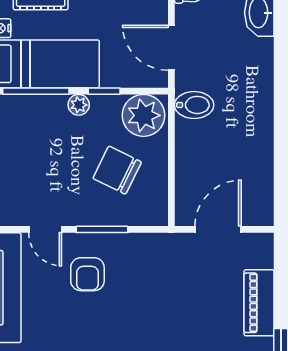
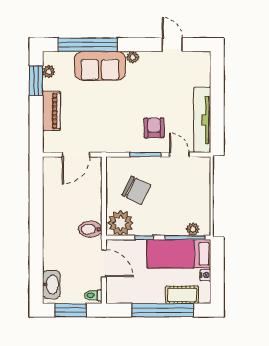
plant: (79, 105) -> (193, 229), moved

